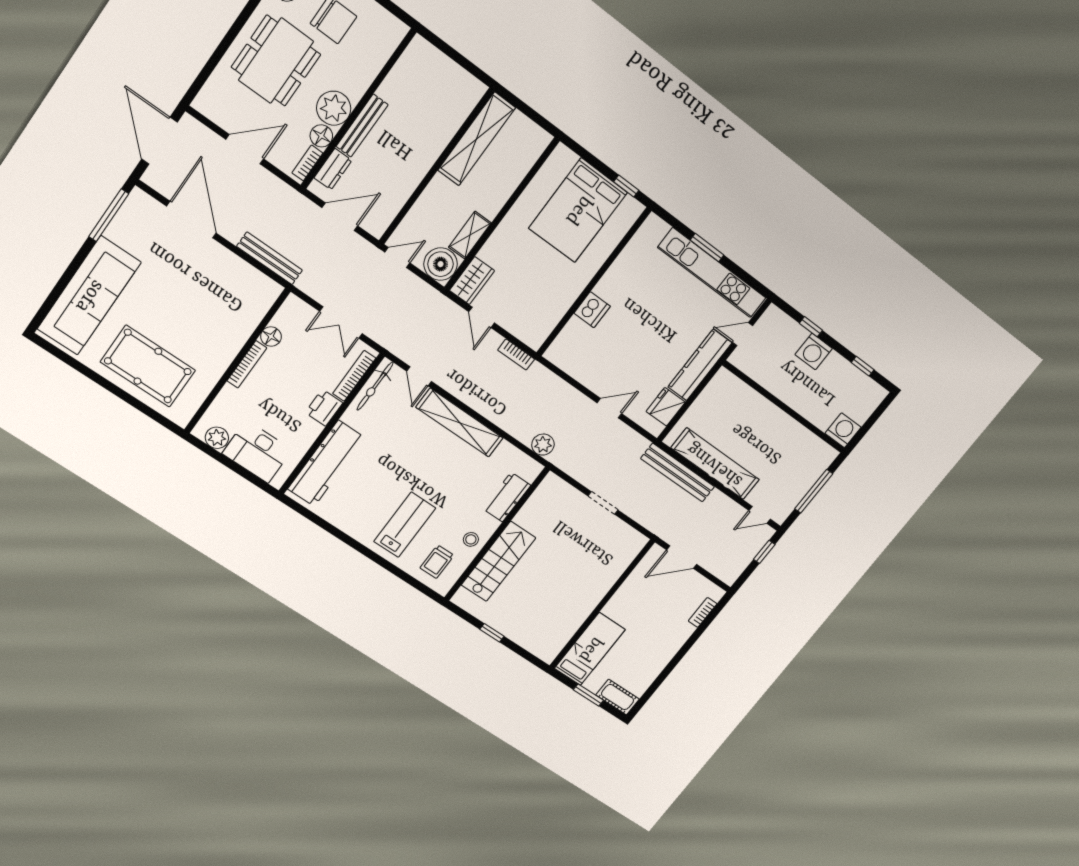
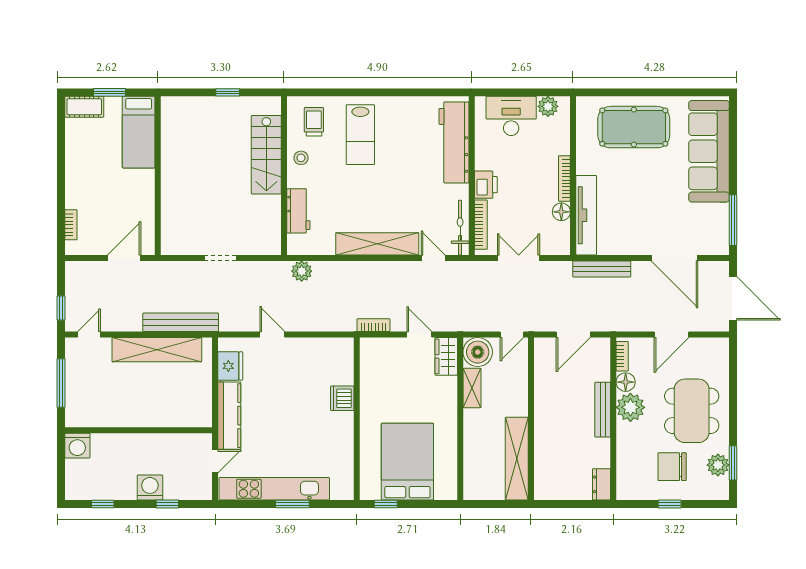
dresser: (333, 169) -> (602, 484), moved
tv unit: (250, 317) -> (586, 215), added
door: (609, 408) -> (272, 335), swing flipped

